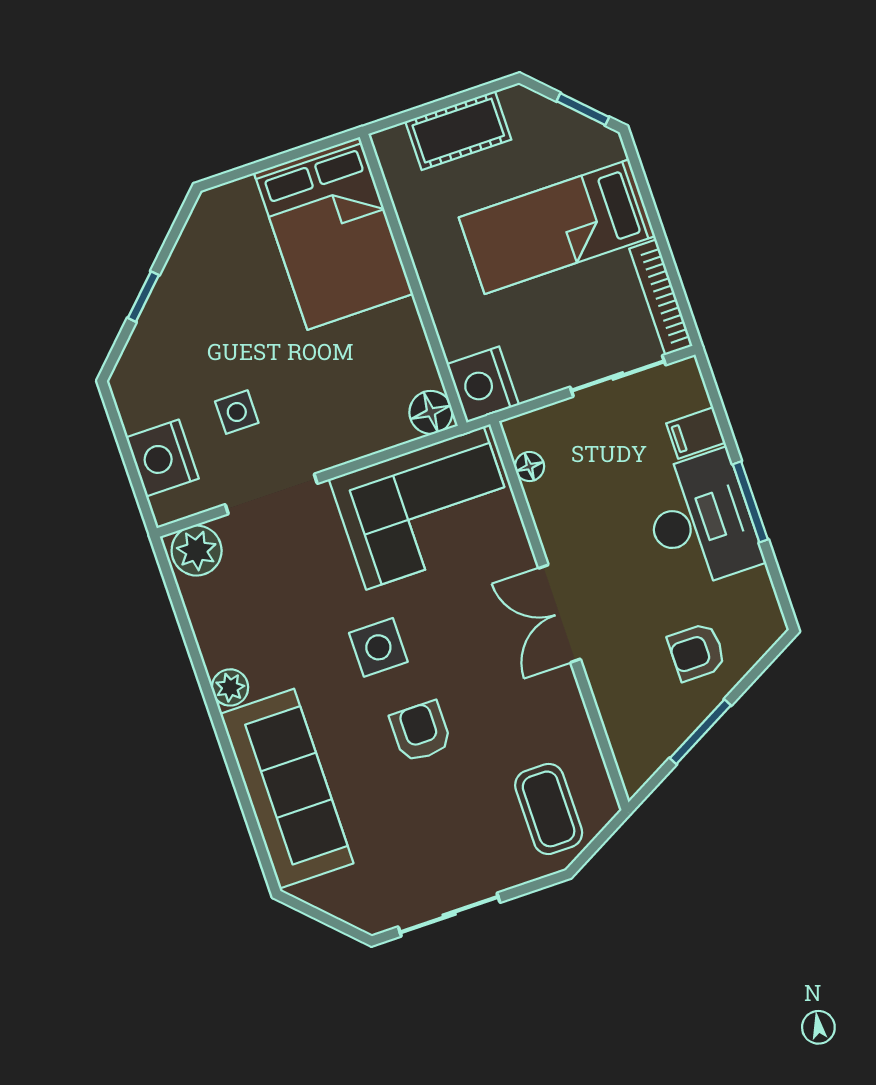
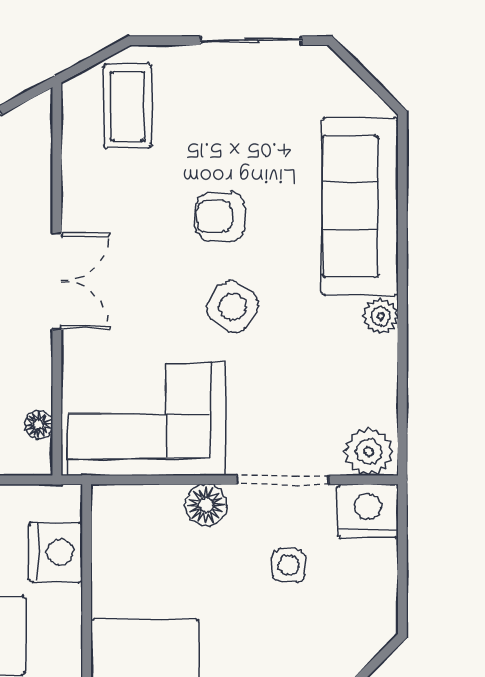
nightstand: (483, 385) -> (56, 552), moved
floor lamp: (431, 412) -> (206, 505), moved
nightstand: (162, 458) -> (368, 511), moved, turned -90
side table: (378, 647) -> (233, 307), turned 35
armchair: (421, 732) -> (220, 217), turned 90

